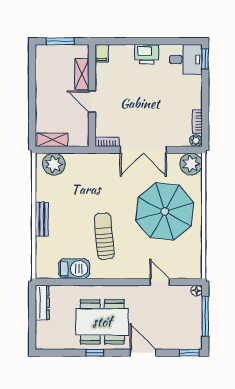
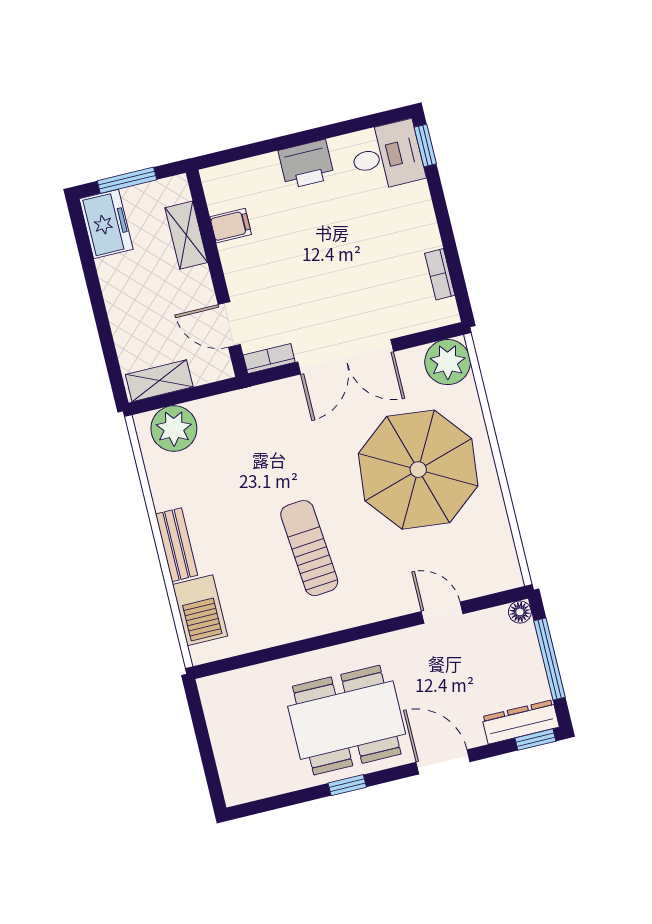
filing cabinet: (102, 53) -> (231, 226), moved, turned -90
freezer: (45, 60) -> (106, 224), added
door: (92, 102) -> (229, 324), moved
plant: (196, 141) -> (446, 313), removed
barbecue: (74, 269) -> (200, 610), moved, turned 90
dresser: (42, 303) -> (521, 722), moved, turned -90

